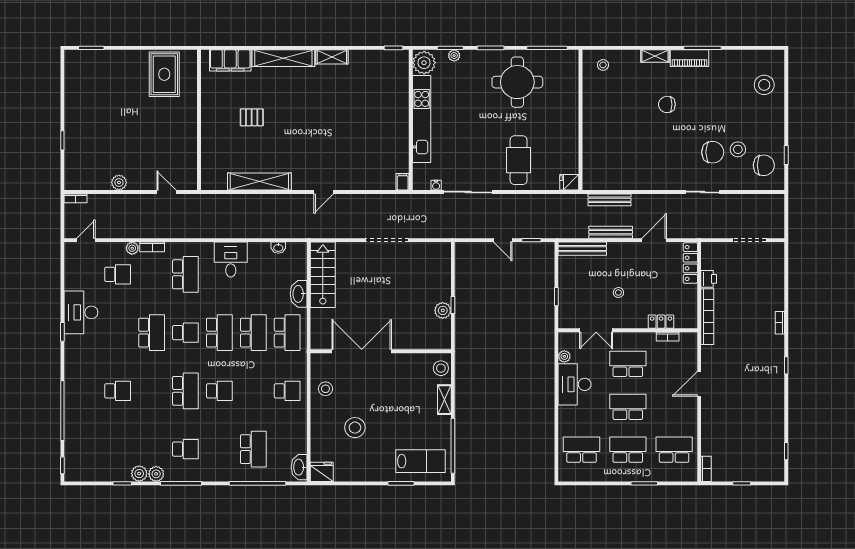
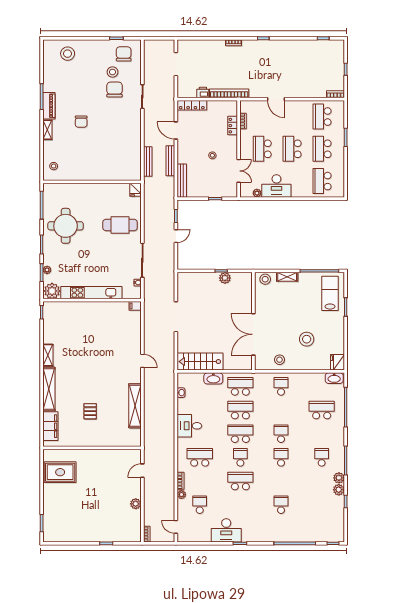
school desk: (185, 391) -> (281, 457), width x0.54

